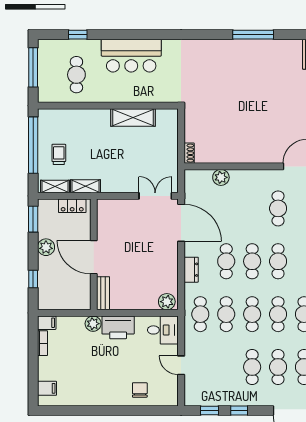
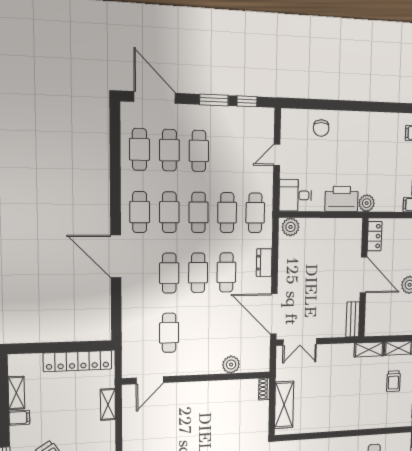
shelving: (133, 118) -> (284, 405), moved, turned 90
locker: (72, 206) -> (375, 236), moved, turned 90
bench: (103, 293) -> (353, 319), moved
door: (181, 365) -> (277, 155), swing flipped
window: (239, 411) -> (214, 100), width x1.50

